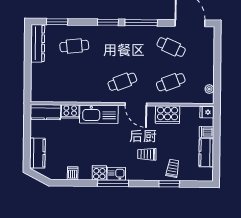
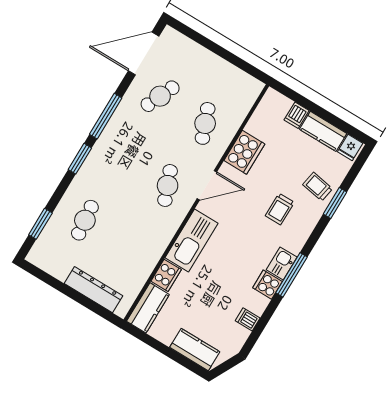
dresser: (38, 43) -> (94, 290), moved
plant: (209, 89) -> (243, 79), removed
fridge: (207, 112) -> (350, 147), moved

